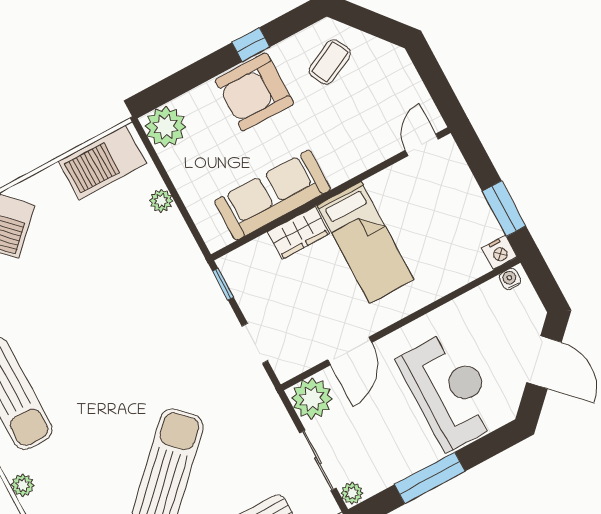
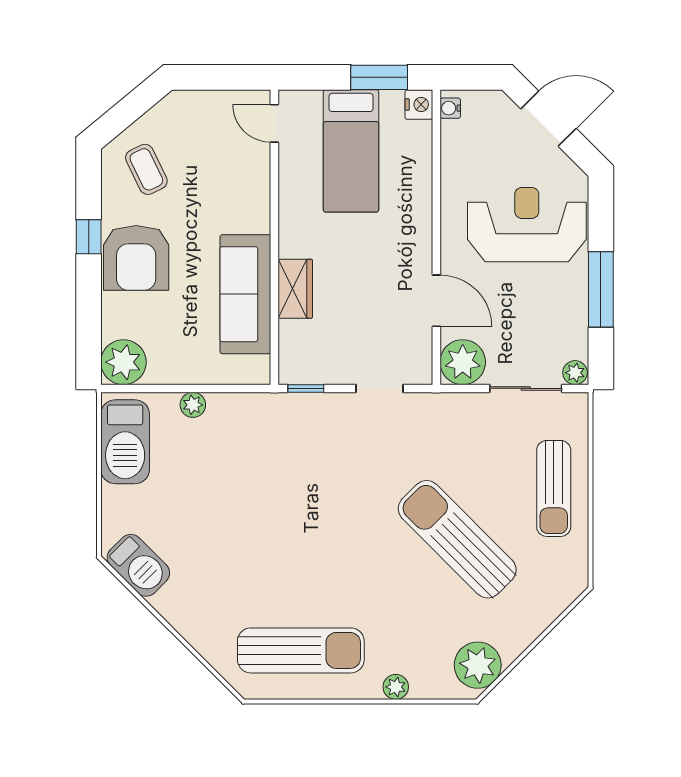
bed: (365, 242) -> (351, 151), moved, turned 90

